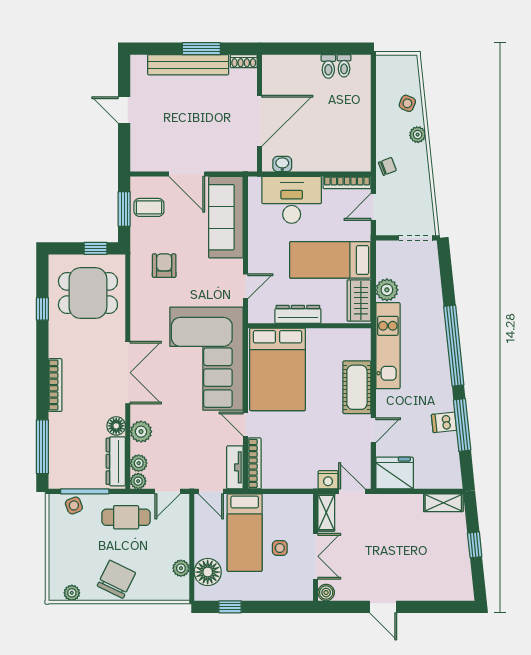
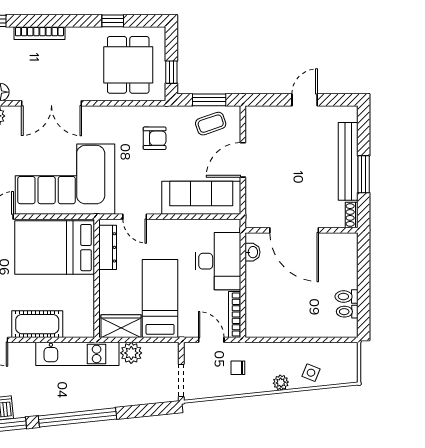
chair: (387, 166) -> (238, 368), moved, turned 111
coffee table: (149, 207) -> (211, 124), turned 71
dresser: (298, 314) -> (108, 247), moved

